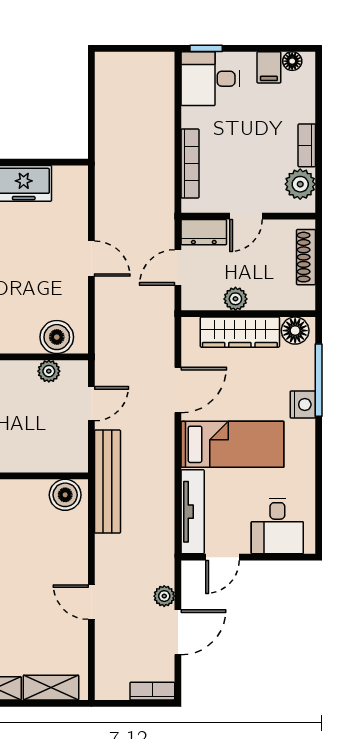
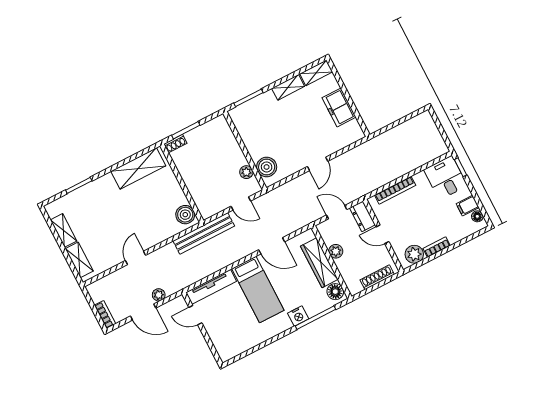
desk: (277, 526) -> (227, 336), removed

